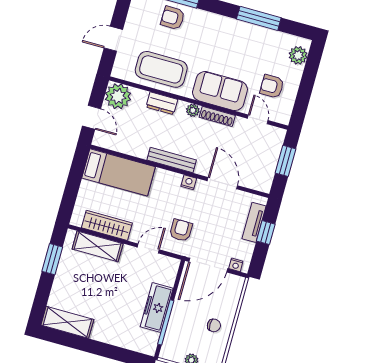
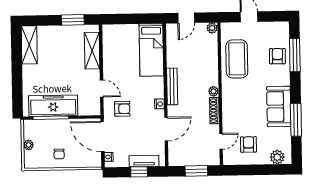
sofa: (220, 91) -> (279, 106), moved, turned 180
plant: (118, 96) -> (212, 28), width x0.53, depth x0.53
dresser: (162, 103) -> (212, 67), removed
wardrobe: (107, 225) -> (110, 53), removed
freezer: (157, 308) -> (53, 106), width x1.36, depth x1.26

